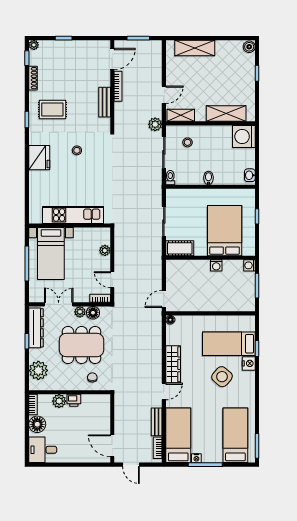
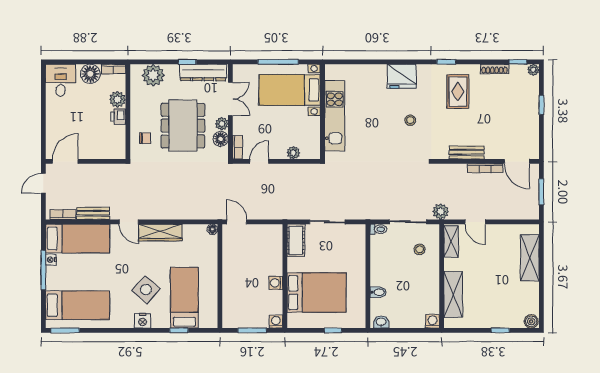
washing machine: (244, 136) -> (433, 321), width x0.53, depth x0.53
bidet: (208, 178) -> (378, 292), moved
nightstand: (249, 363) -> (143, 321), moved

